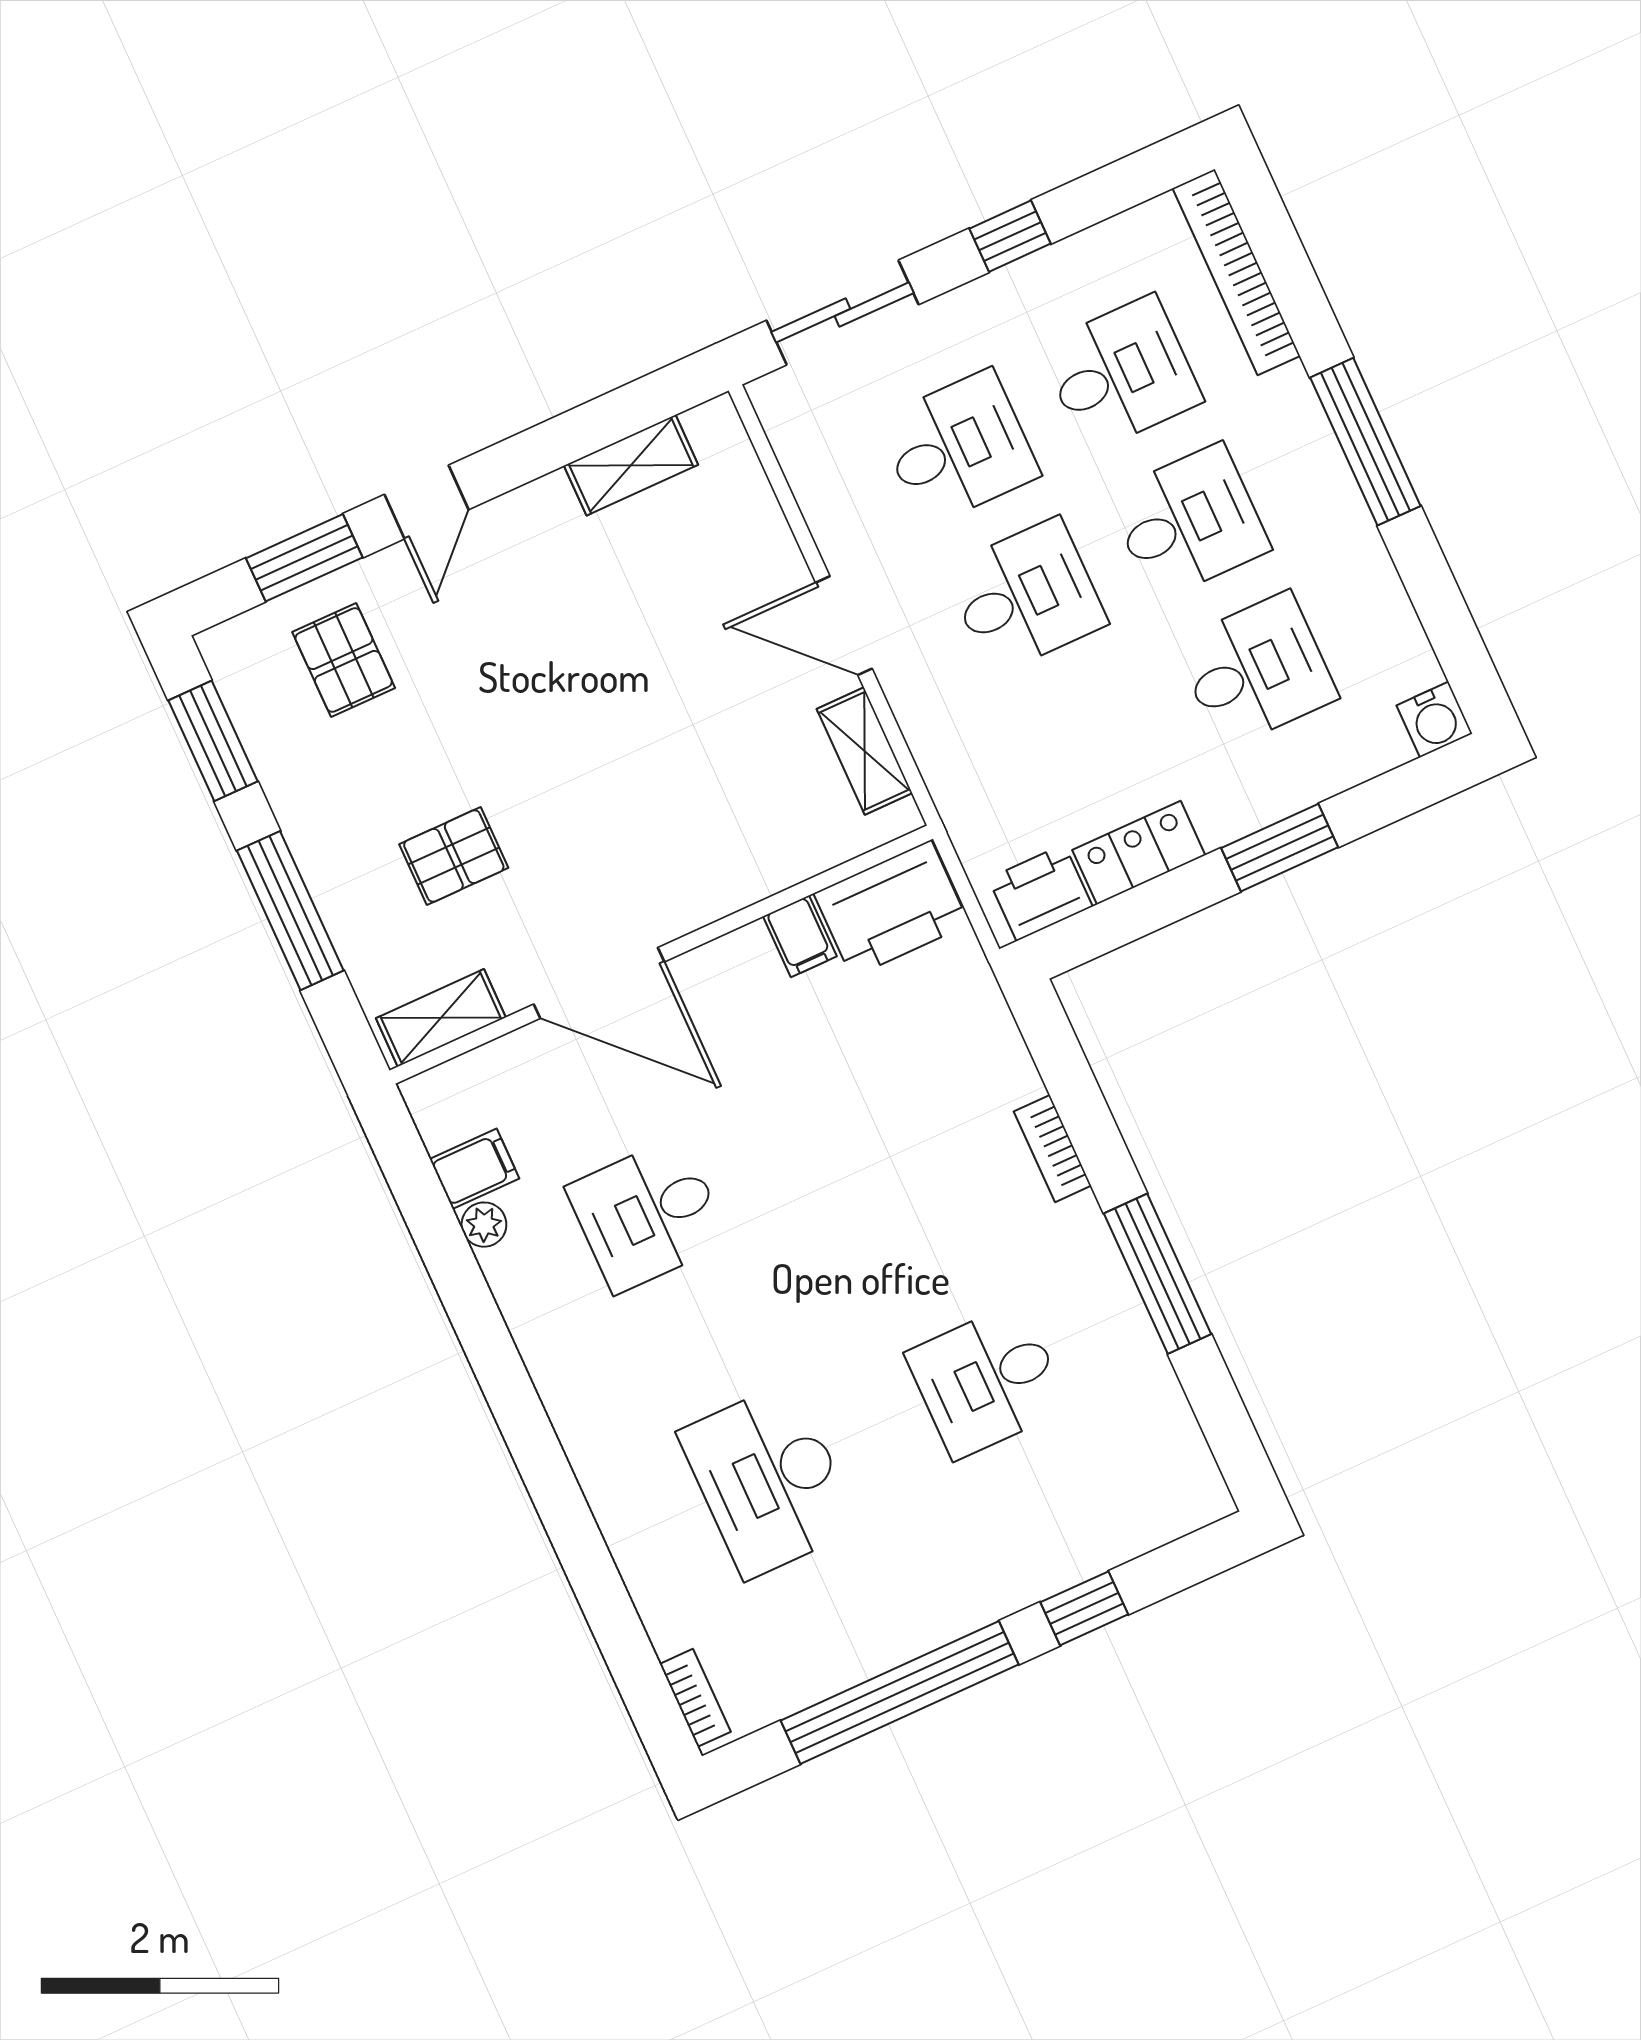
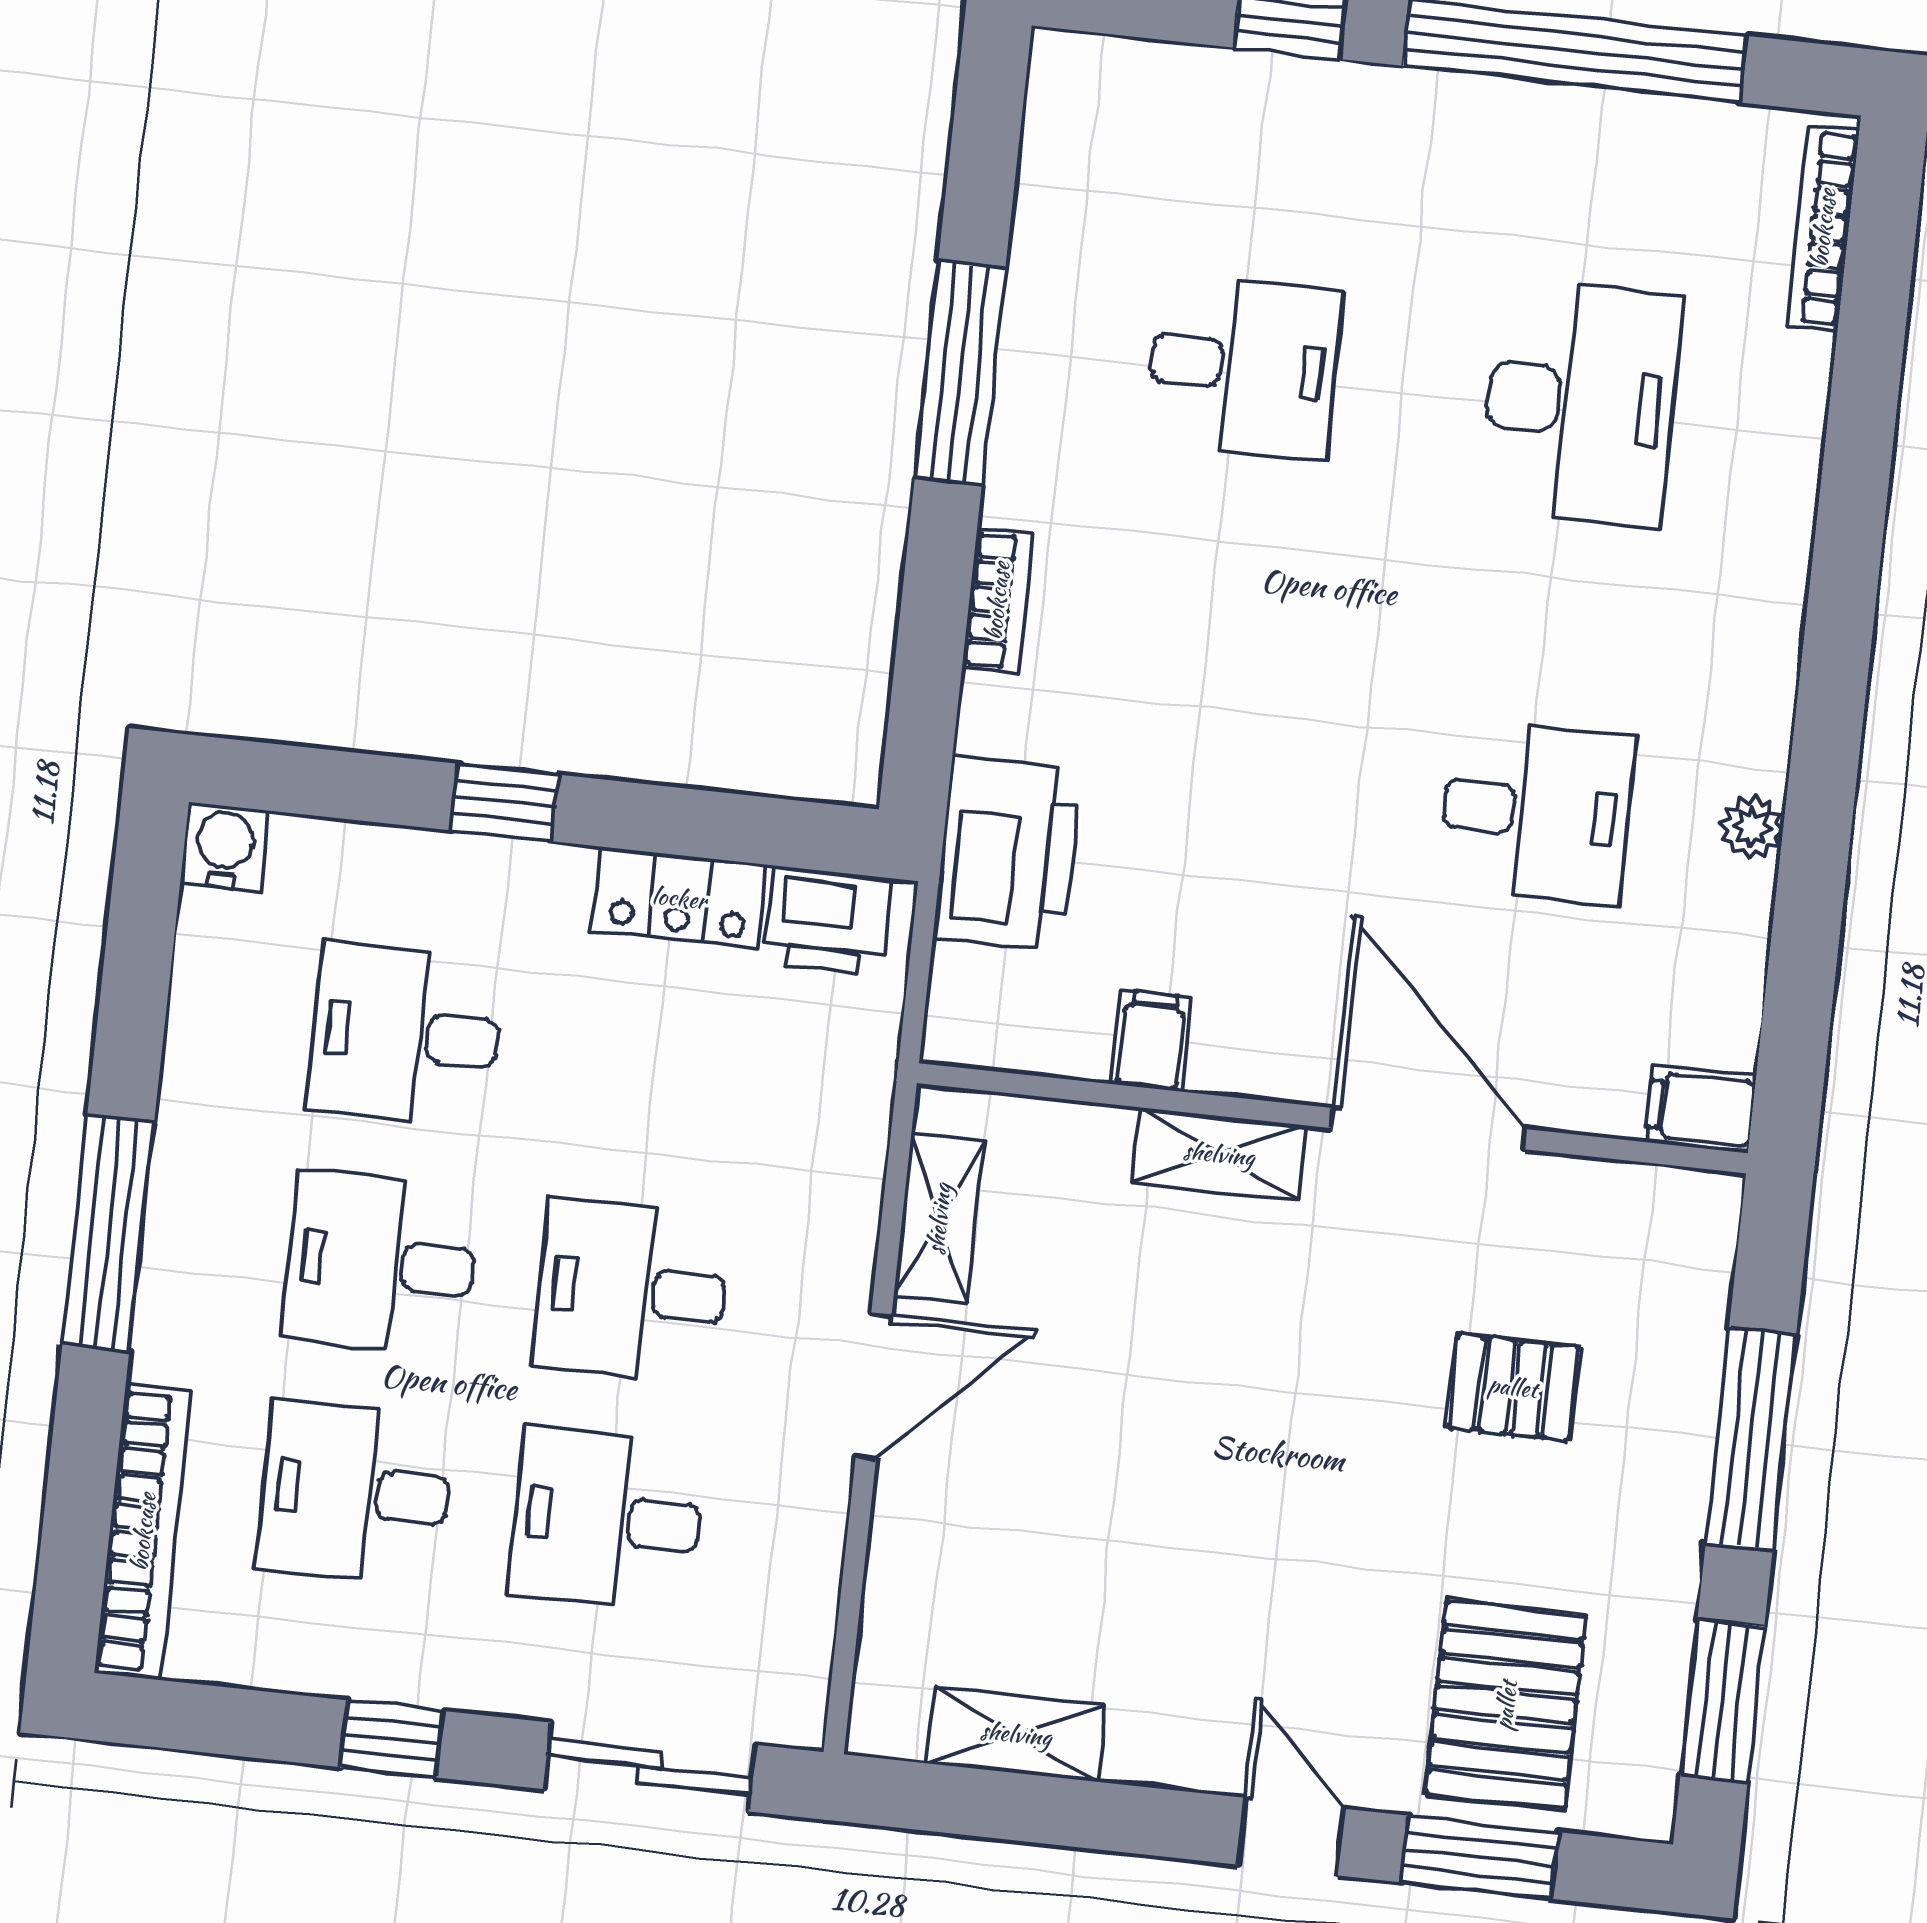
door: (427, 502) -> (1291, 1837), hinge flipped
door: (844, 626) -> (874, 1386), hinge flipped
pallet: (344, 660) -> (1506, 1705), width x1.50, depth x1.42
window: (1280, 848) -> (505, 803), width x0.67
printer: (891, 909) -> (1008, 854), moved, turned 90
shelving: (441, 1018) -> (1219, 1154), moved
filing cabinet: (475, 1169) -> (1701, 1109), moved
plant: (484, 1225) -> (1752, 827), moved
bookcase: (695, 1698) -> (1823, 228), width x1.56

